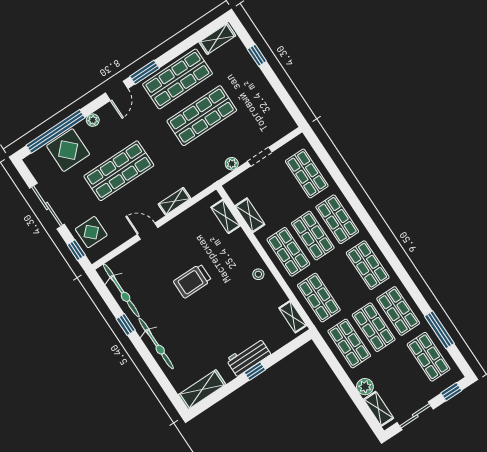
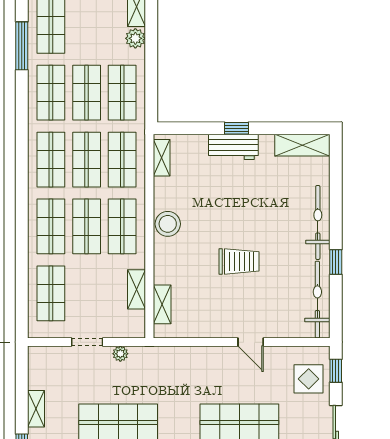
shelving: (174, 201) -> (36, 409), moved, turned 90
stool: (258, 274) -> (168, 224), width x1.89, depth x1.89
shop shelf: (343, 281) -> (87, 160), added

